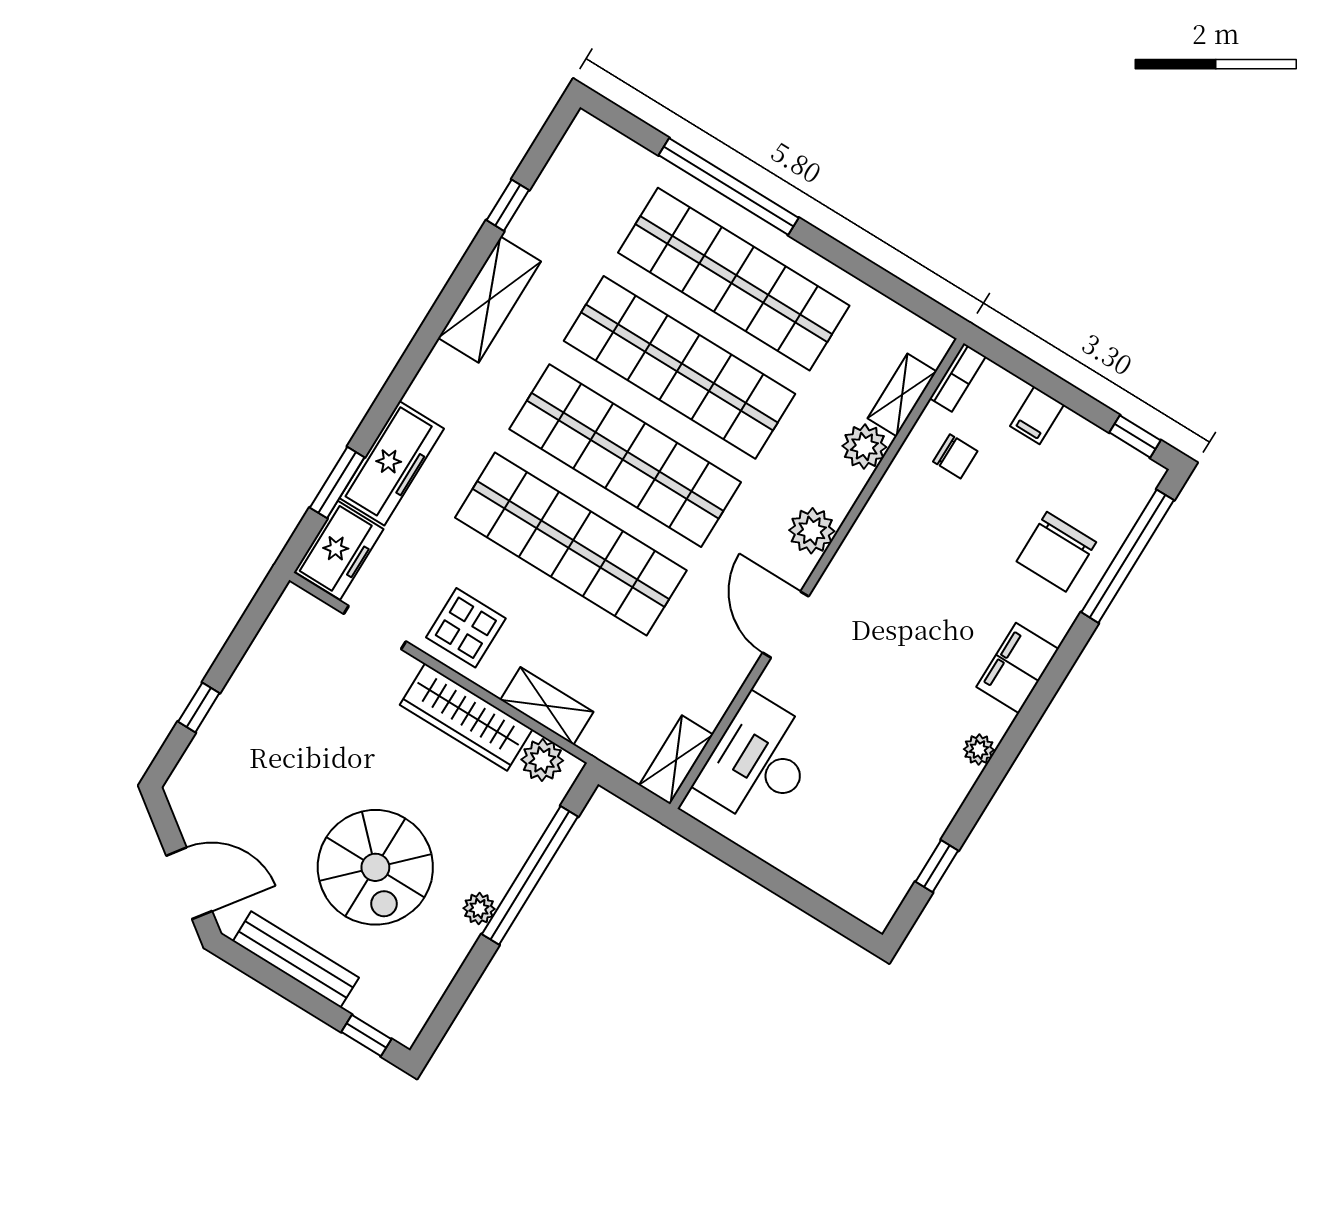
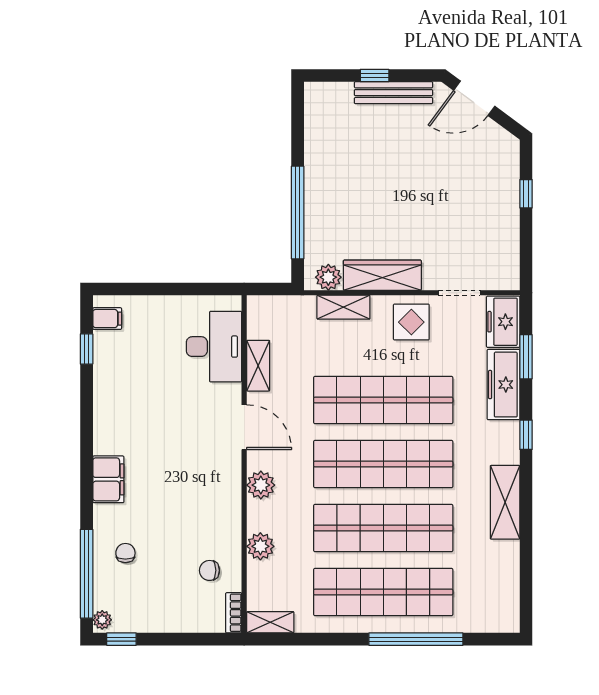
window: (508, 205) -> (526, 435), moved
shelving: (902, 395) -> (270, 622), moved, turned 90
filing cabinet: (1037, 415) -> (107, 319), moved, turned 90
chair: (1056, 552) -> (125, 553), width x0.54, depth x0.54
plant: (979, 749) -> (102, 620), moved
shelving: (676, 760) -> (258, 366), moved
spiral stairs: (375, 867) -> (381, 167), removed
plant: (479, 909) -> (314, 179), removed
window: (366, 1035) -> (375, 75), moved

